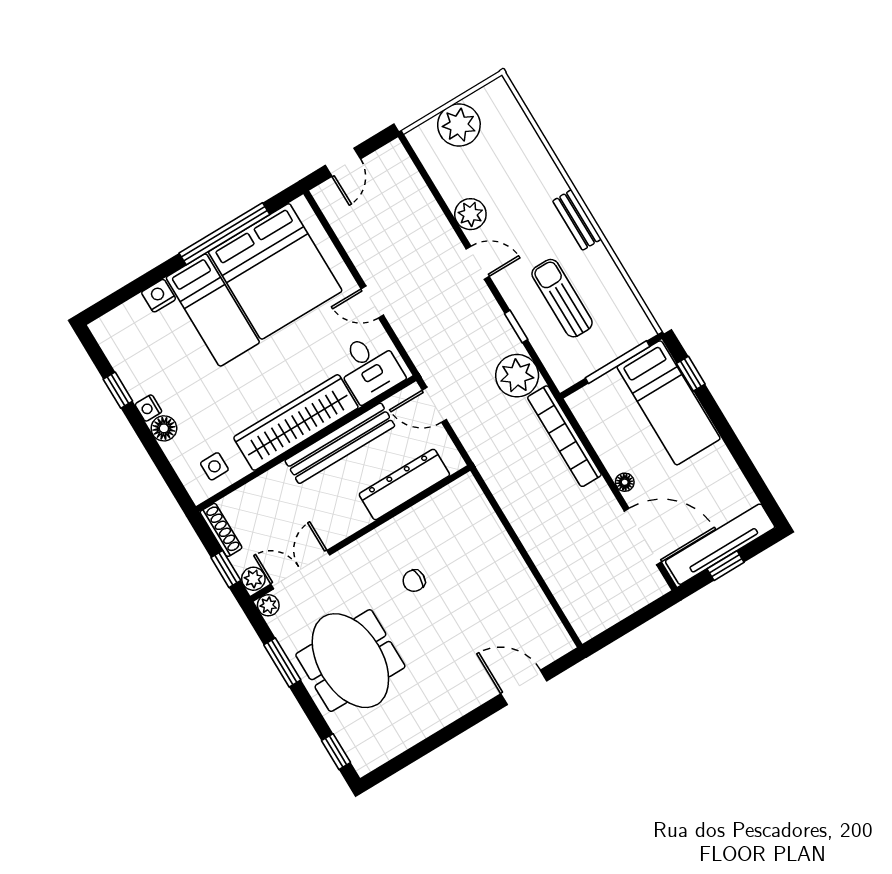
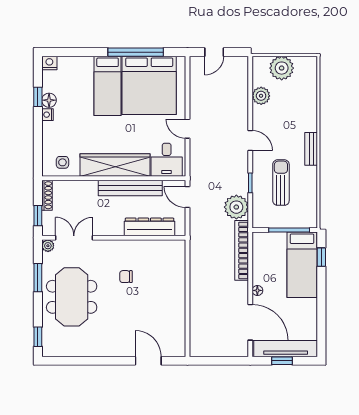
plant: (470, 214) -> (261, 96), moved
nightstand: (159, 296) -> (49, 63), moved
floor lamp: (164, 428) -> (49, 100), moved
plant: (253, 579) -> (48, 228), removed

